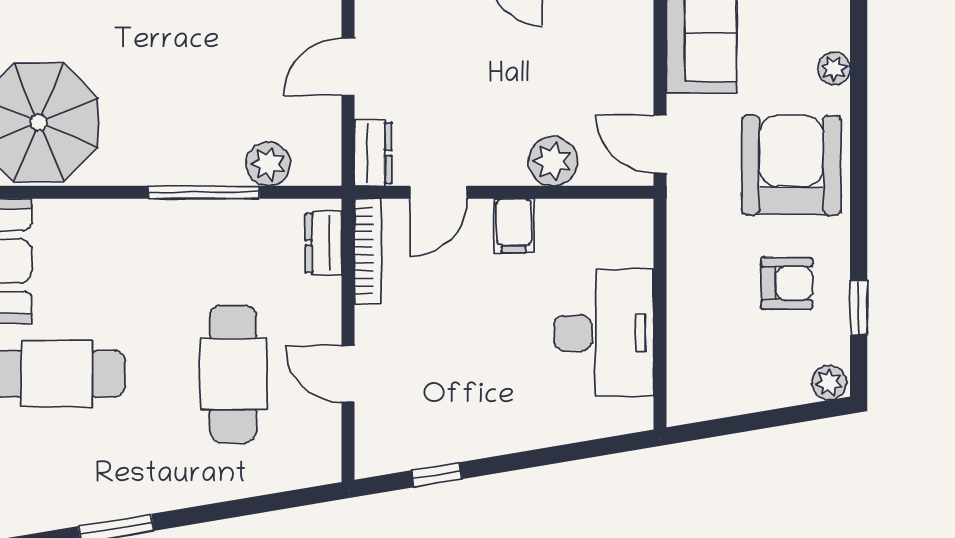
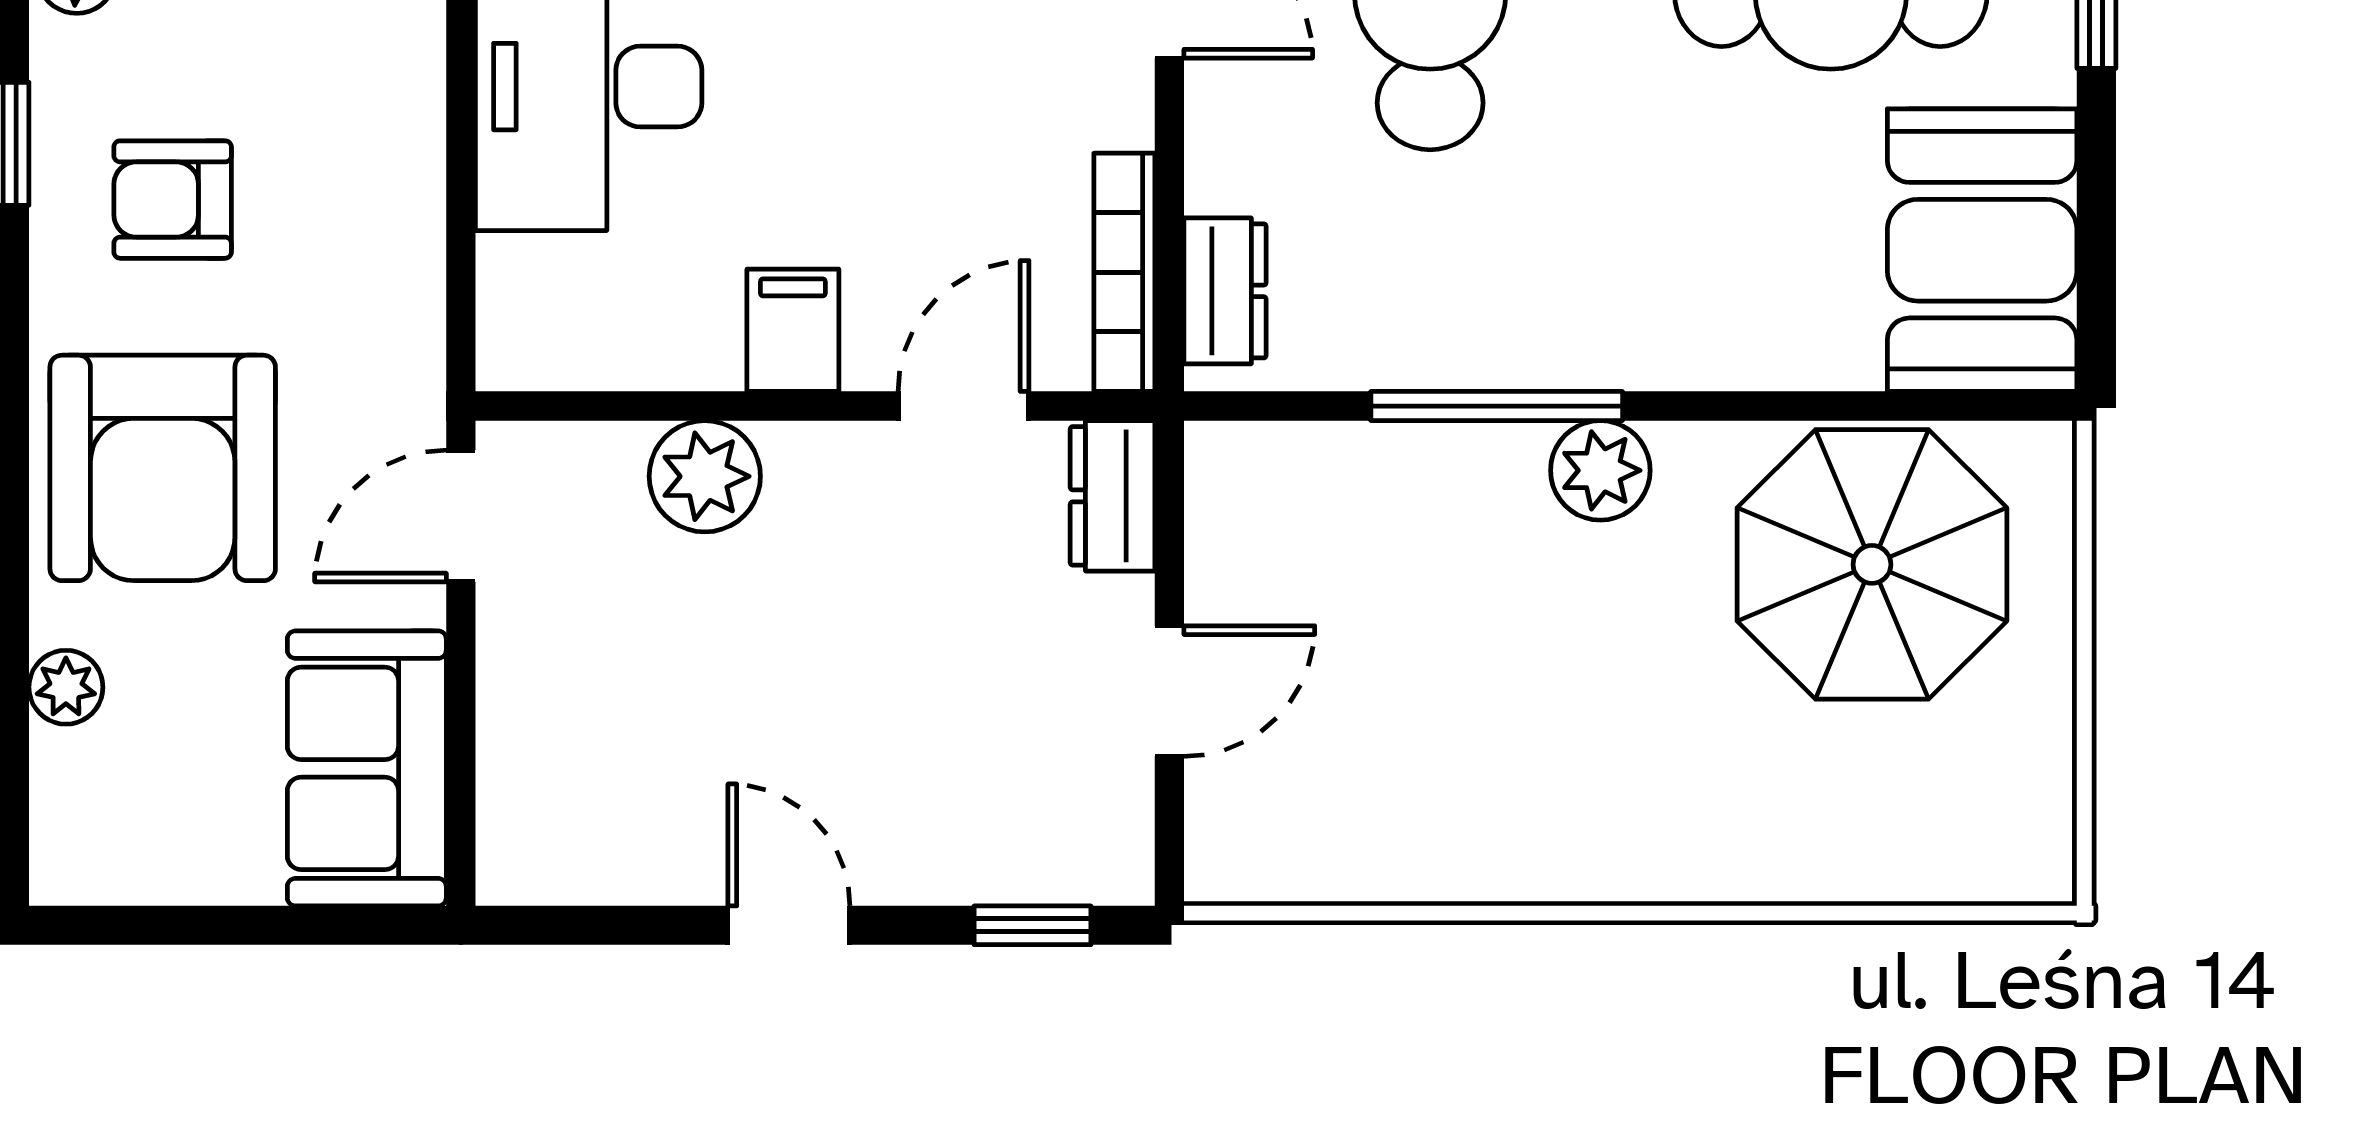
door: (660, 144) -> (461, 516), swing flipped
plant: (268, 164) -> (1600, 470), moved

